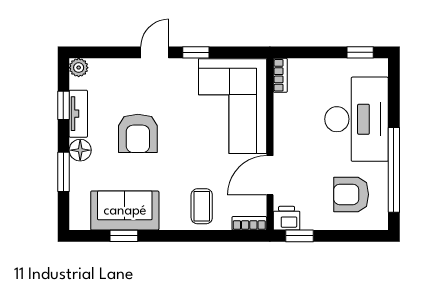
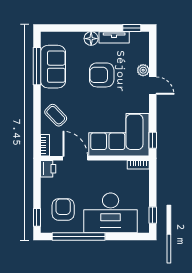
window: (196, 52) -> (153, 140), moved
plant: (79, 68) -> (143, 70), moved
window: (63, 105) -> (132, 28), moved
window: (63, 172) -> (77, 28), removed
coffee table: (202, 206) -> (56, 115), turned 46
window: (124, 236) -> (37, 66), width x2.17
window: (300, 236) -> (37, 217), moved

